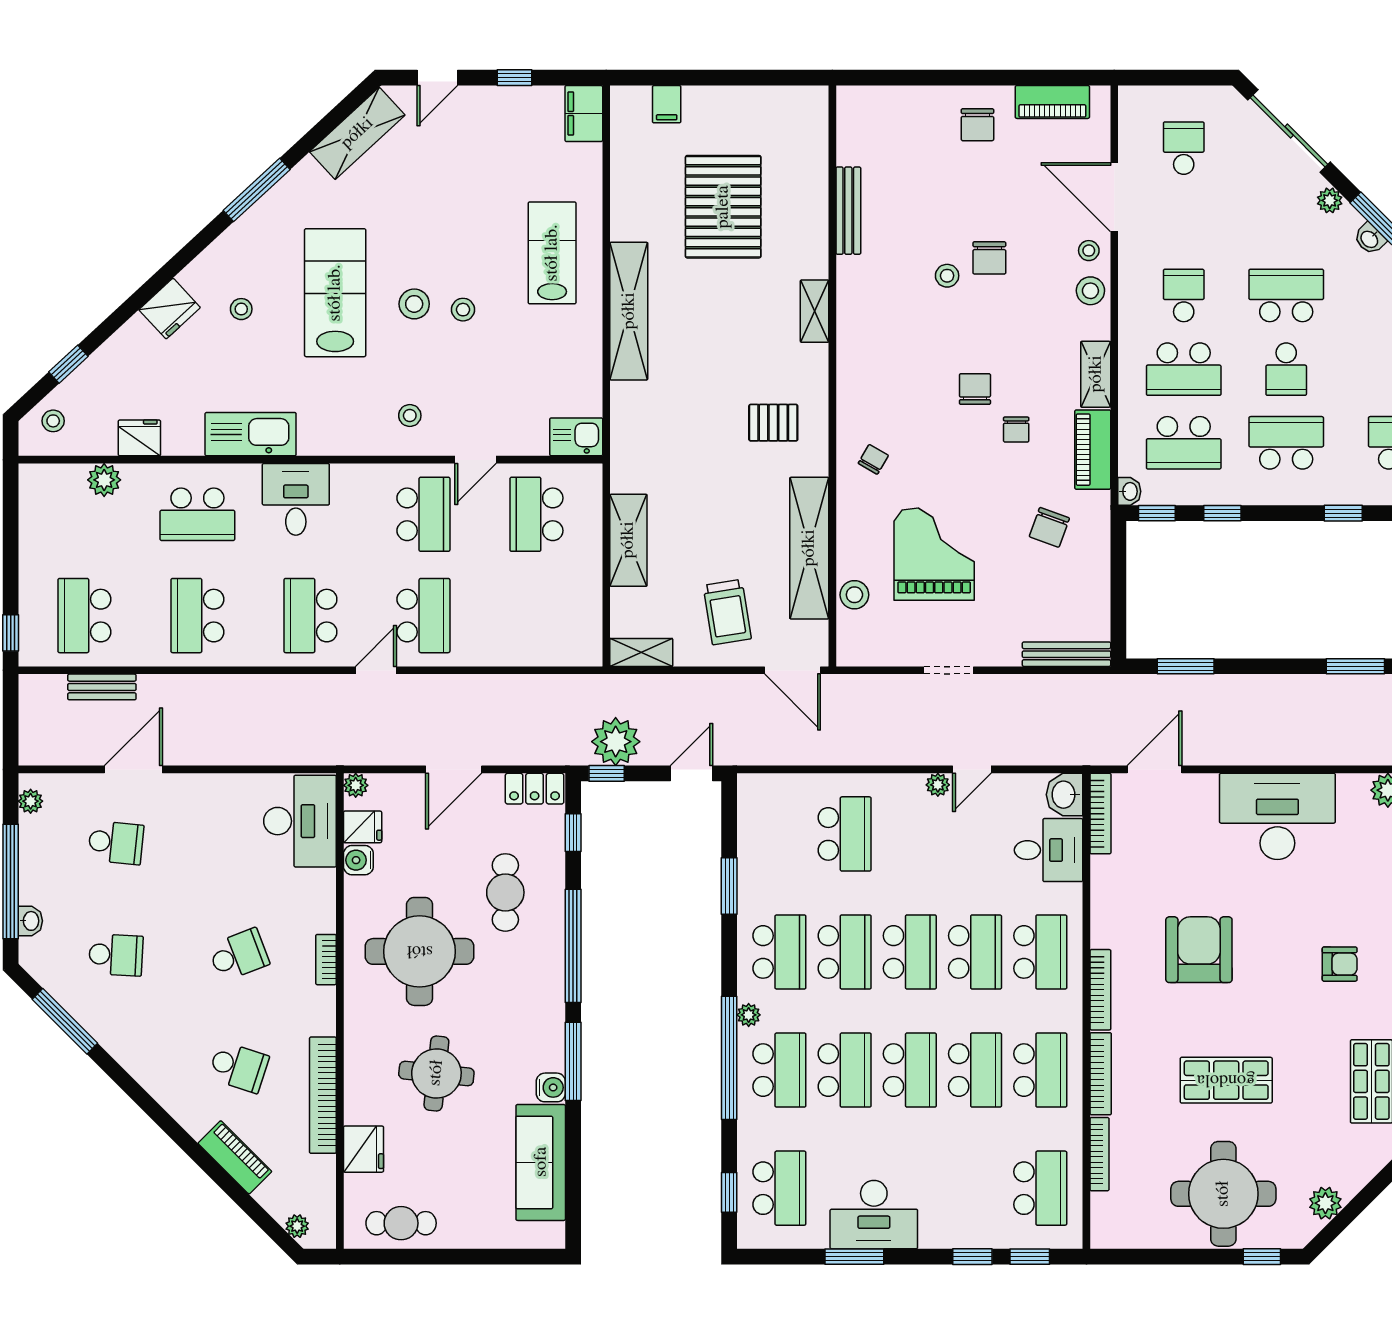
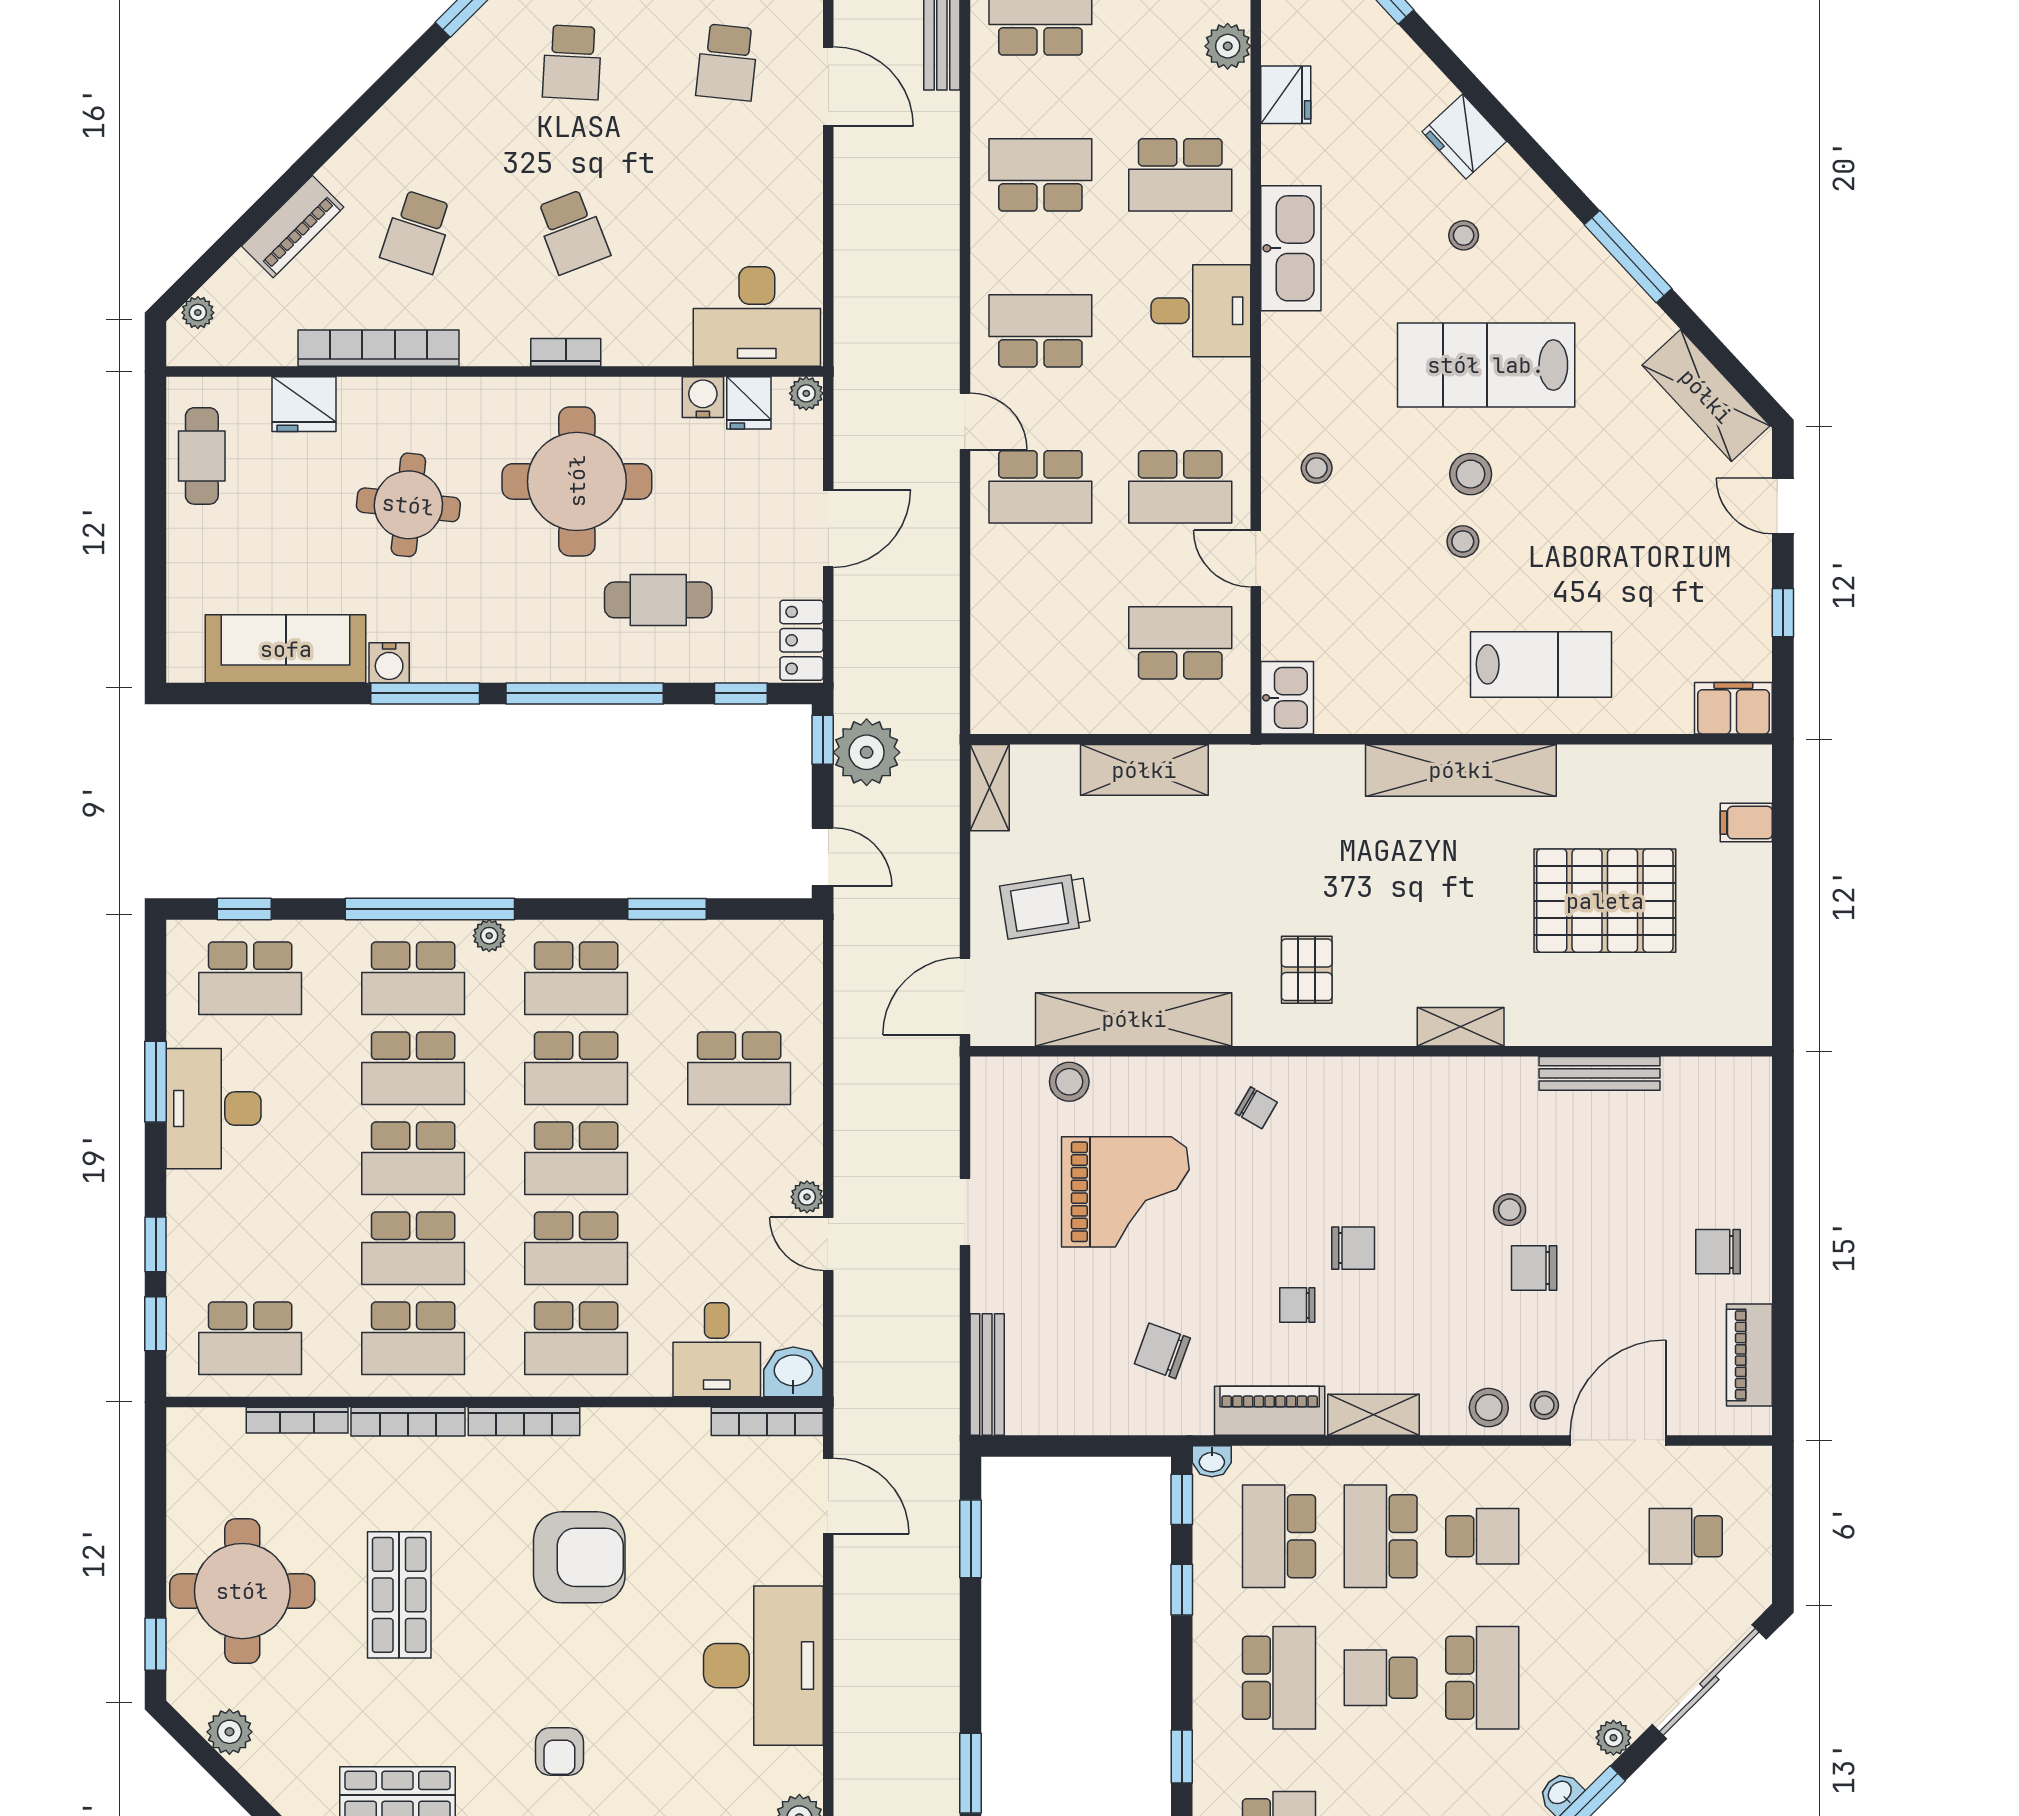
school desk: (1184, 148) -> (1686, 1536), turned 180
lab bench: (335, 293) -> (1486, 365), turned 180
school desk: (197, 514) -> (1180, 175), turned -90
door: (454, 769) -> (828, 529), swing flipped

